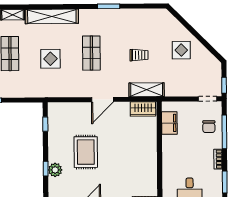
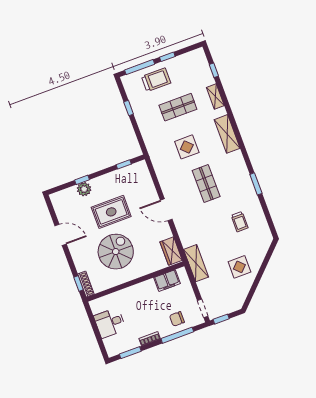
shelving: (52, 16) -> (227, 134), width x0.68
shop shelf: (91, 53) -> (206, 184), turned 90
trolley: (139, 55) -> (240, 222), moved
shelving: (147, 90) -> (196, 263), moved
spiral stairs: (125, 161) -> (116, 252), added

